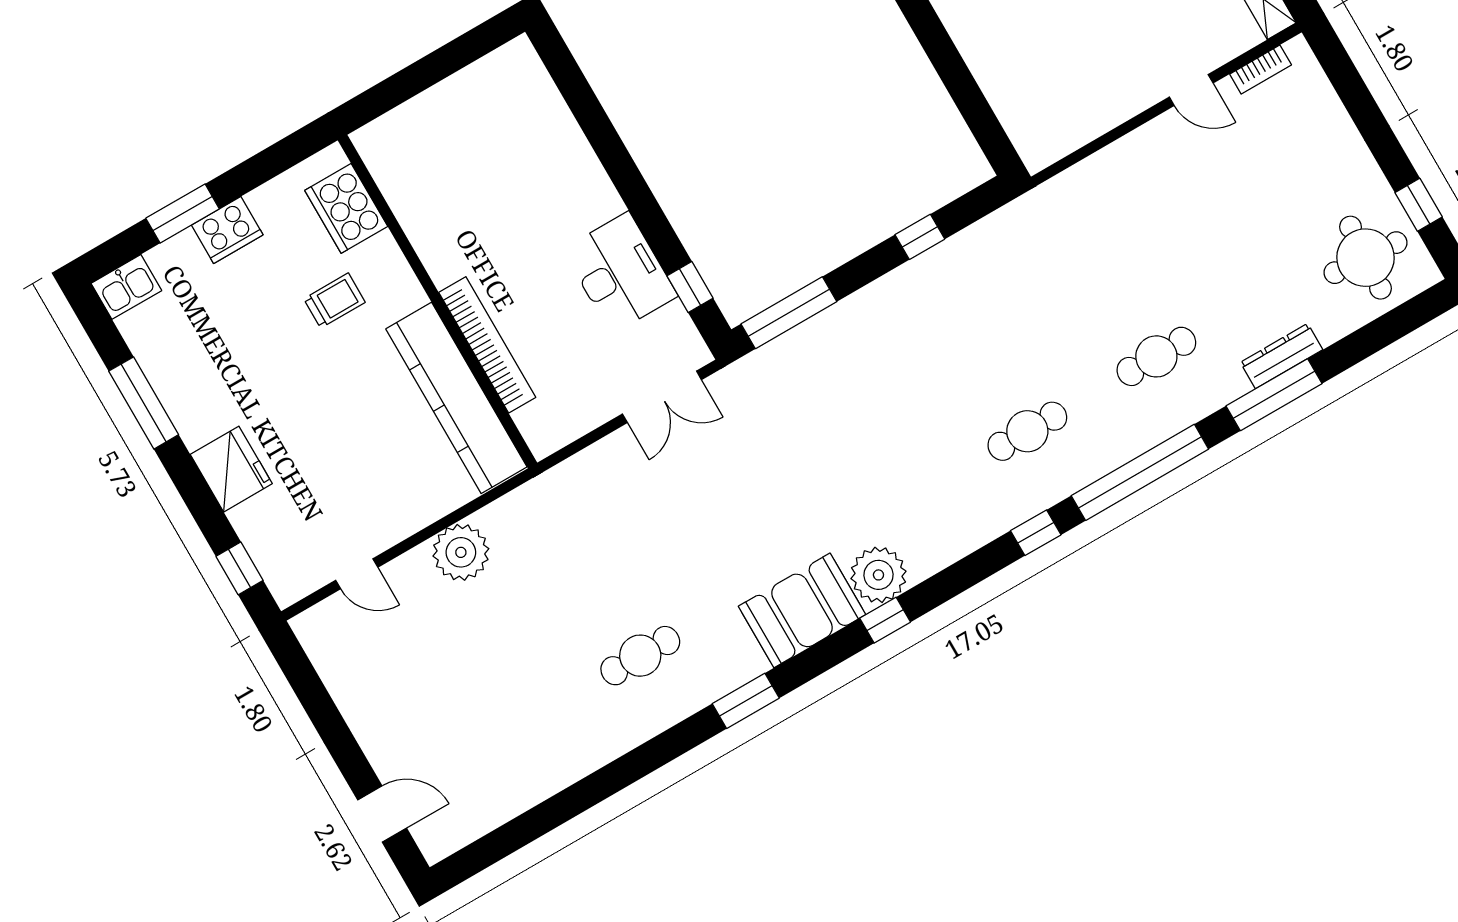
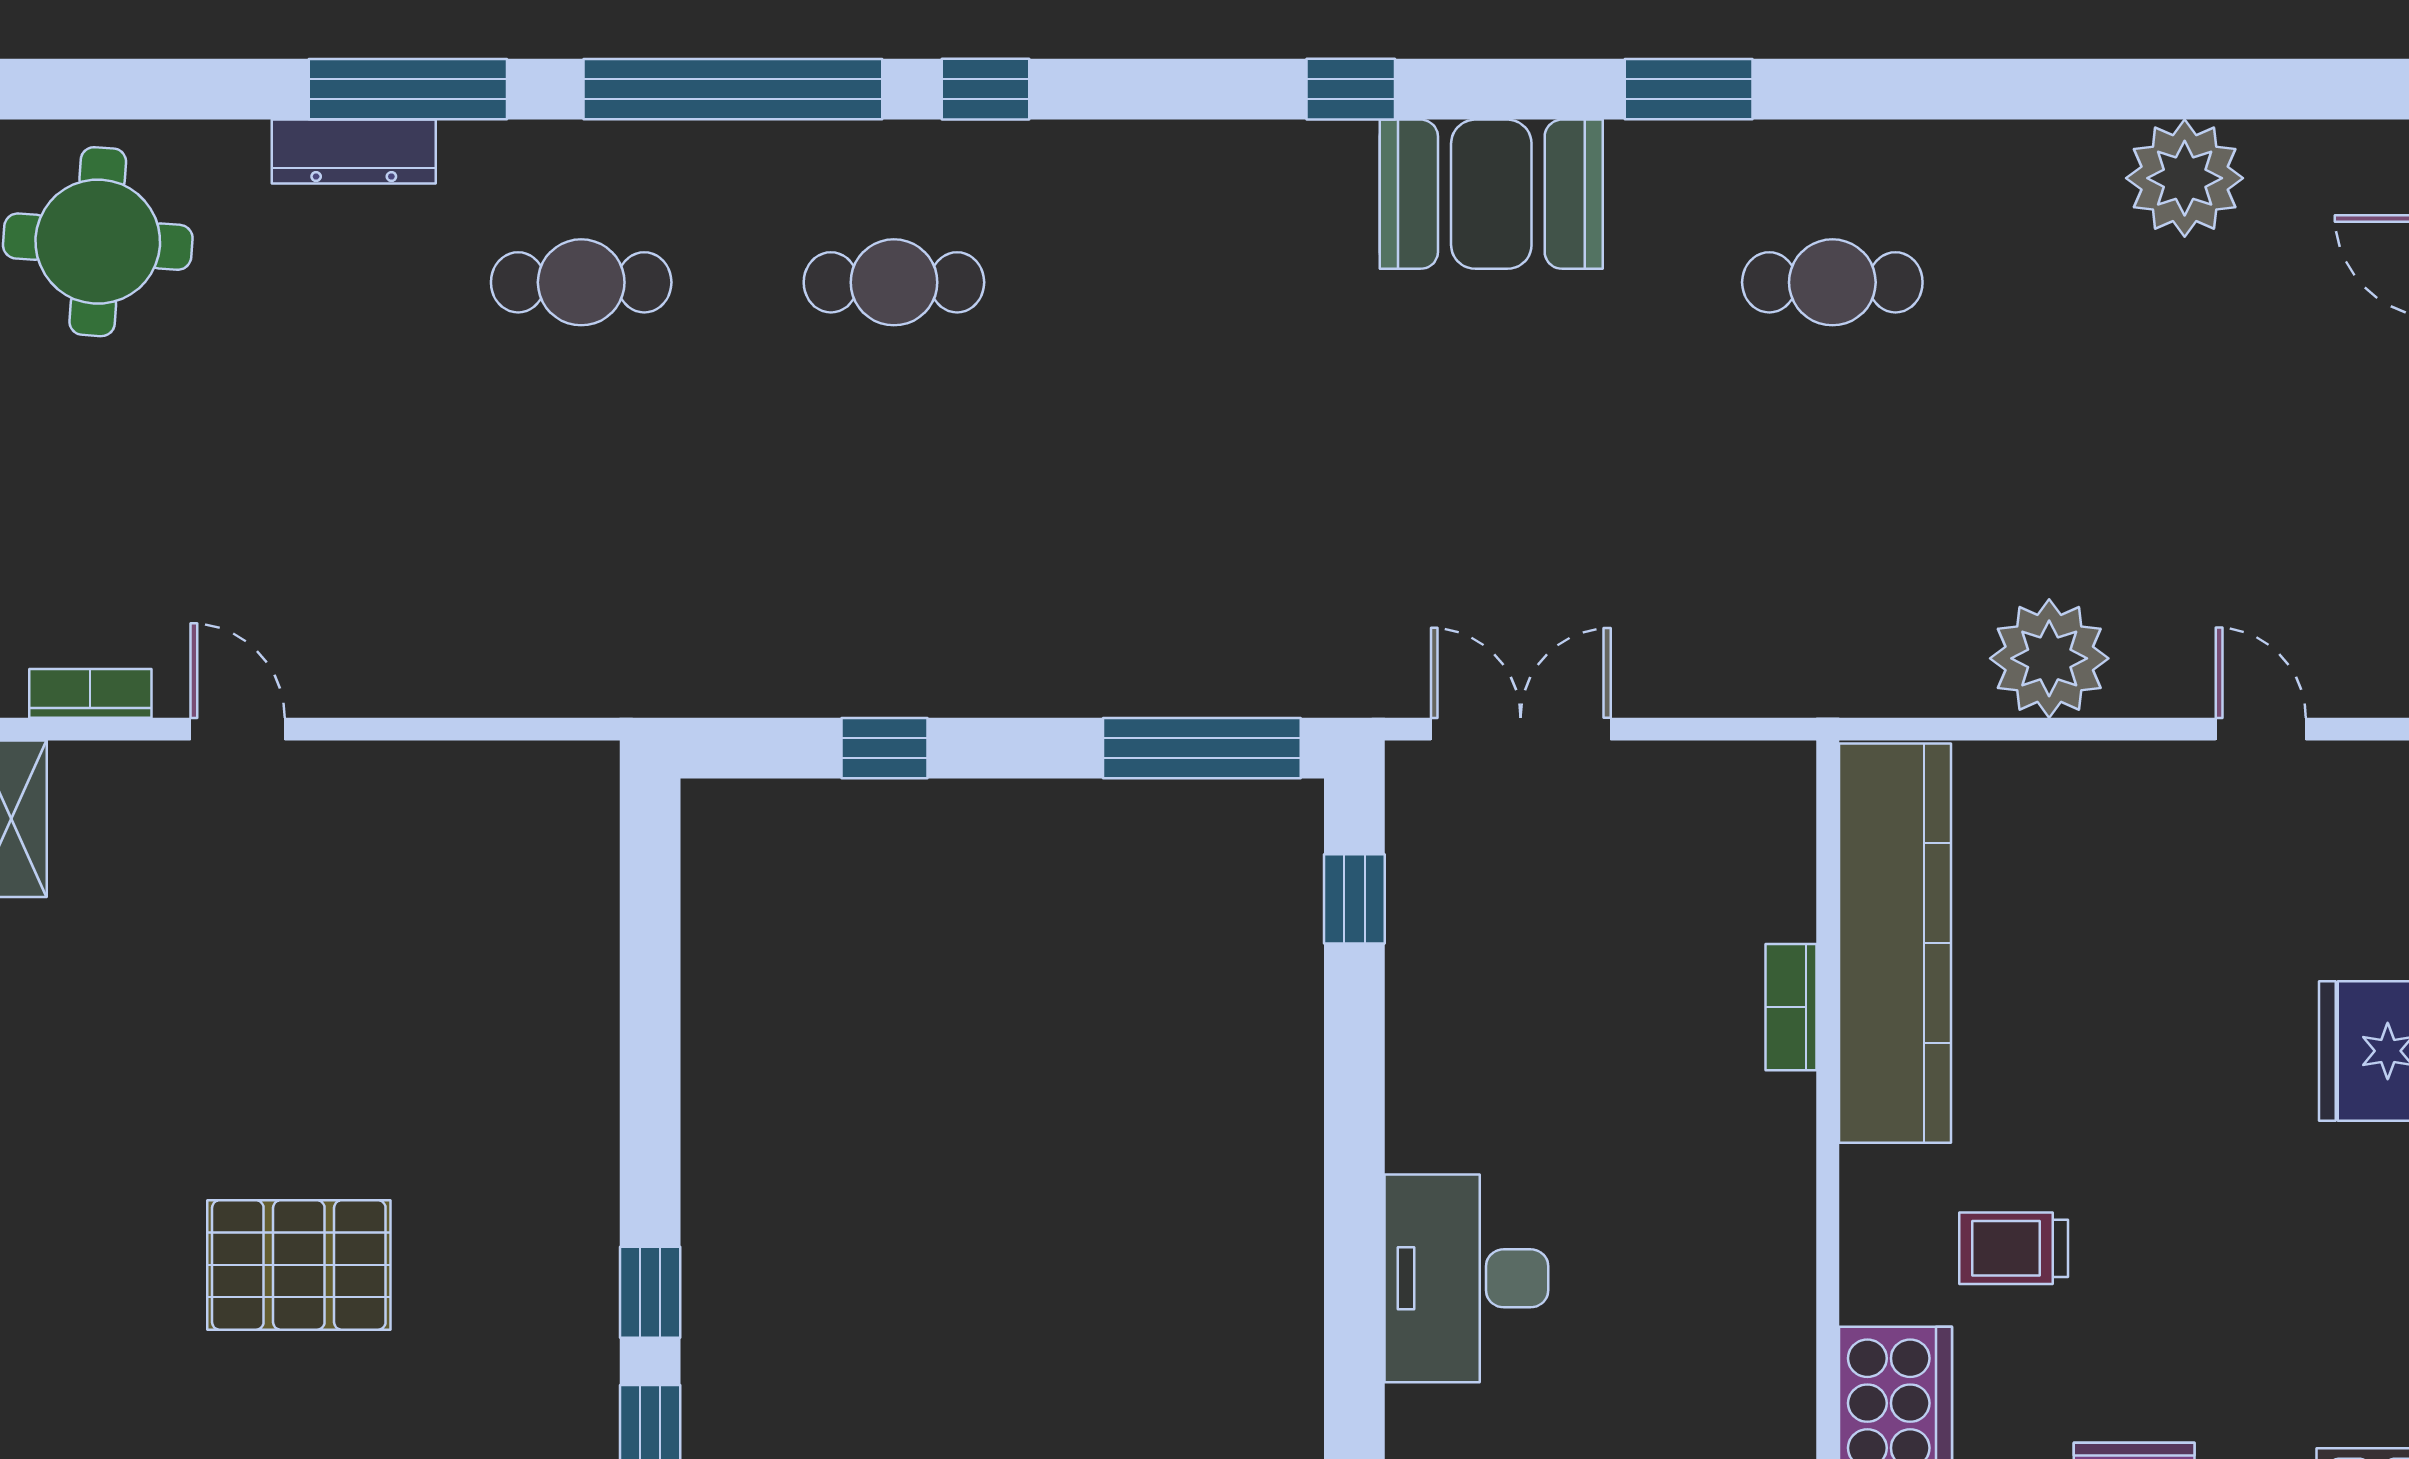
desk: (620, 273) -> (1466, 1278), moved
bookcase: (487, 345) -> (1791, 1007), width x0.43, depth x0.76
plant: (878, 575) -> (2185, 178), moved

